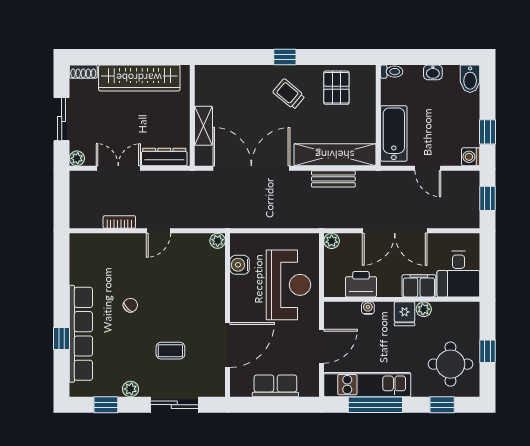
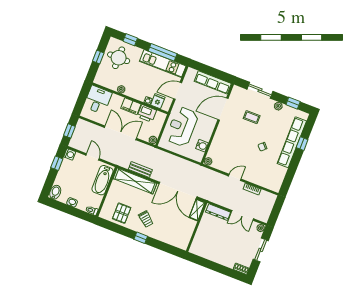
wardrobe: (139, 78) -> (215, 255), removed
shelving: (203, 126) -> (197, 210), moved
filing cabinet: (419, 286) -> (131, 106), moved
fridge: (405, 314) -> (158, 101), moved
row of seats: (275, 386) -> (213, 82), width x1.48

